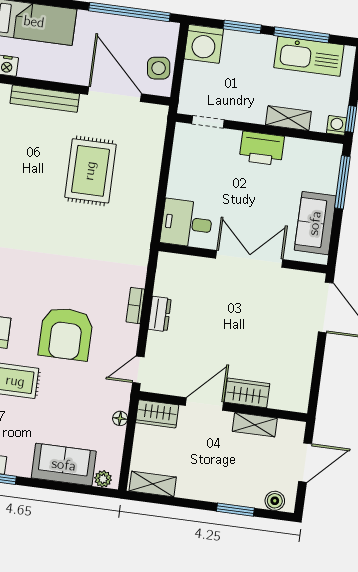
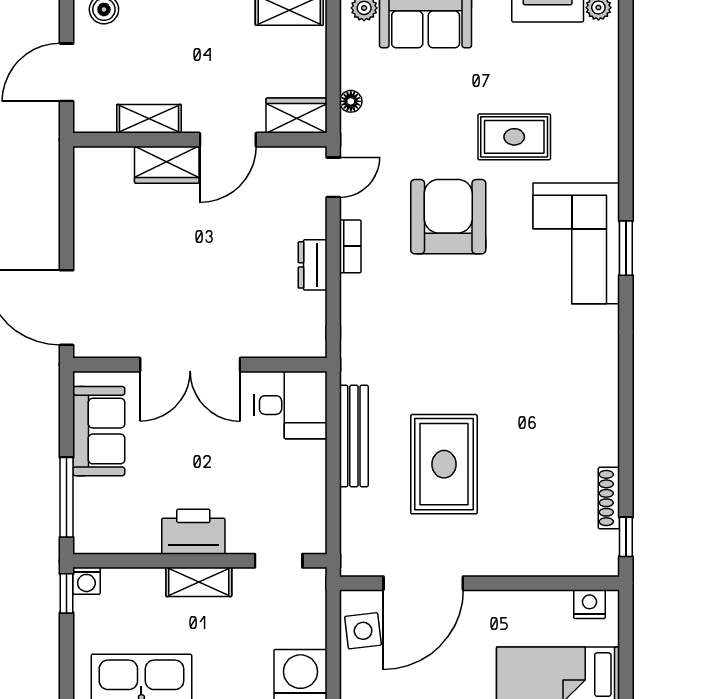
door: (115, 94) -> (423, 583), hinge flipped
bench: (45, 99) -> (354, 436), moved, turned 90
shelving: (288, 118) -> (199, 582), moved
bookcase: (135, 306) -> (350, 246), moved

